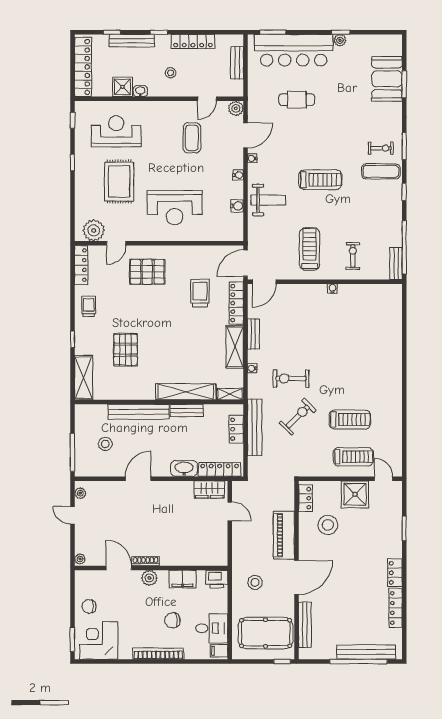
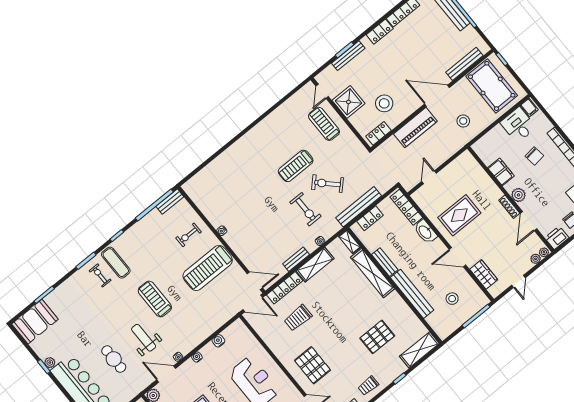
booth: (387, 79) -> (35, 322), moved
weight bench: (268, 200) -> (144, 338), moved
treadmill: (310, 249) -> (208, 268), width x1.37, depth x1.37
treadmill: (350, 419) -> (296, 166), moved, turned -90
wardrobe: (209, 489) -> (484, 274), moved
plant: (80, 493) -> (536, 259), moved
rug: (174, 511) -> (459, 215), added
bench: (396, 528) -> (348, 56), added
printer: (217, 579) -> (557, 238), moved, turned -90

